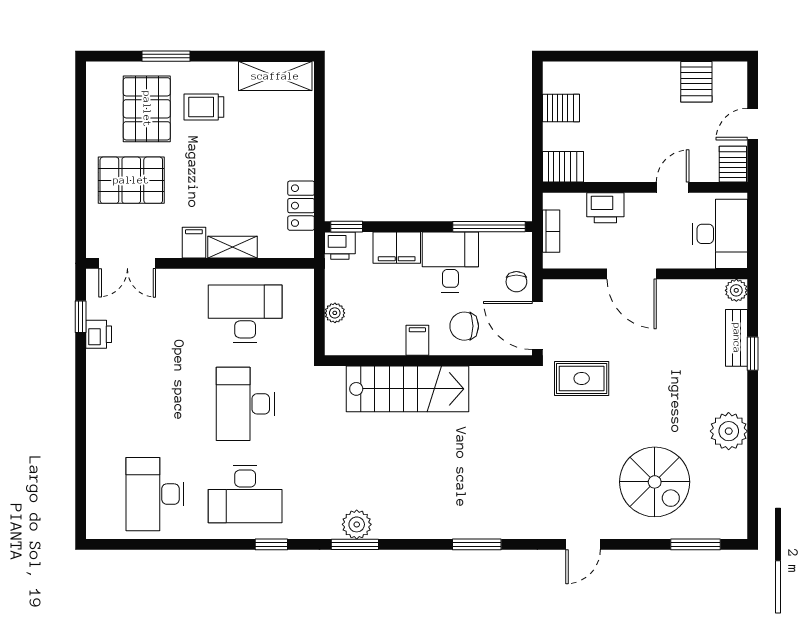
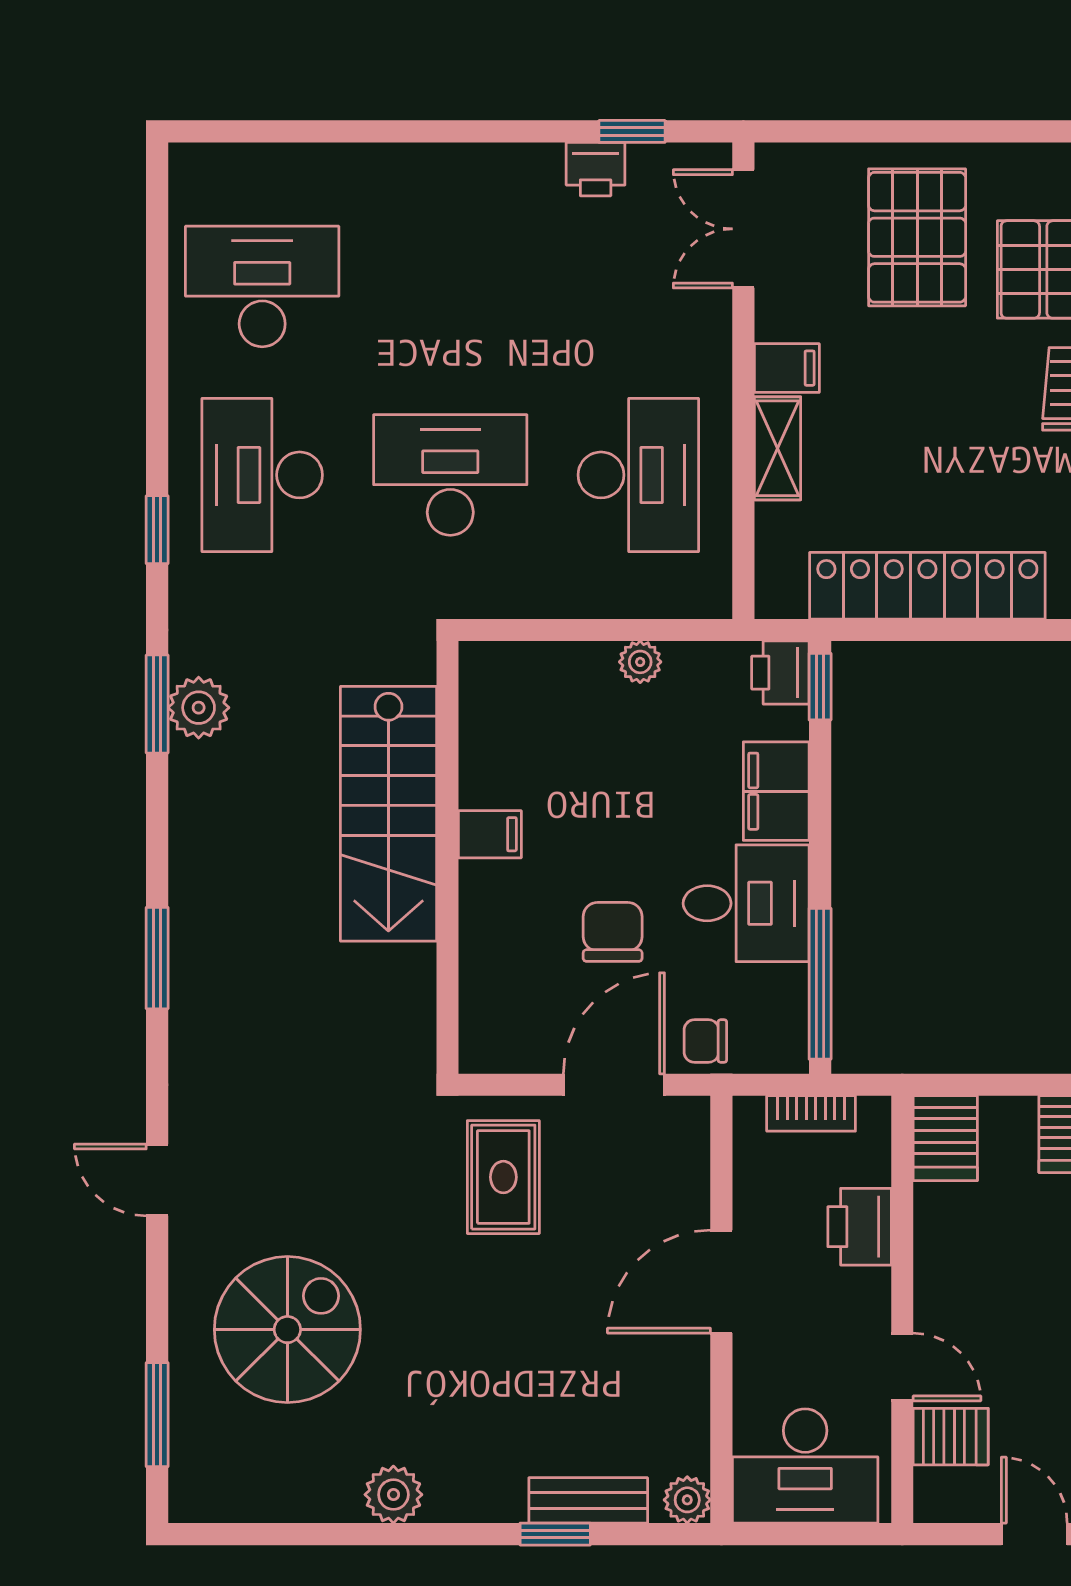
server rack: (733, 164) -> (951, 1437), moved
locker: (301, 206) -> (927, 586), width x2.16, depth x1.21
filing cabinet: (417, 340) -> (490, 834), moved
wall: (428, 361) -> (448, 857), moved
stairs: (408, 389) -> (388, 814), moved
plant: (729, 431) -> (393, 1495), width x0.73, depth x0.73
spiral stairs: (655, 482) -> (287, 1330), turned 180

